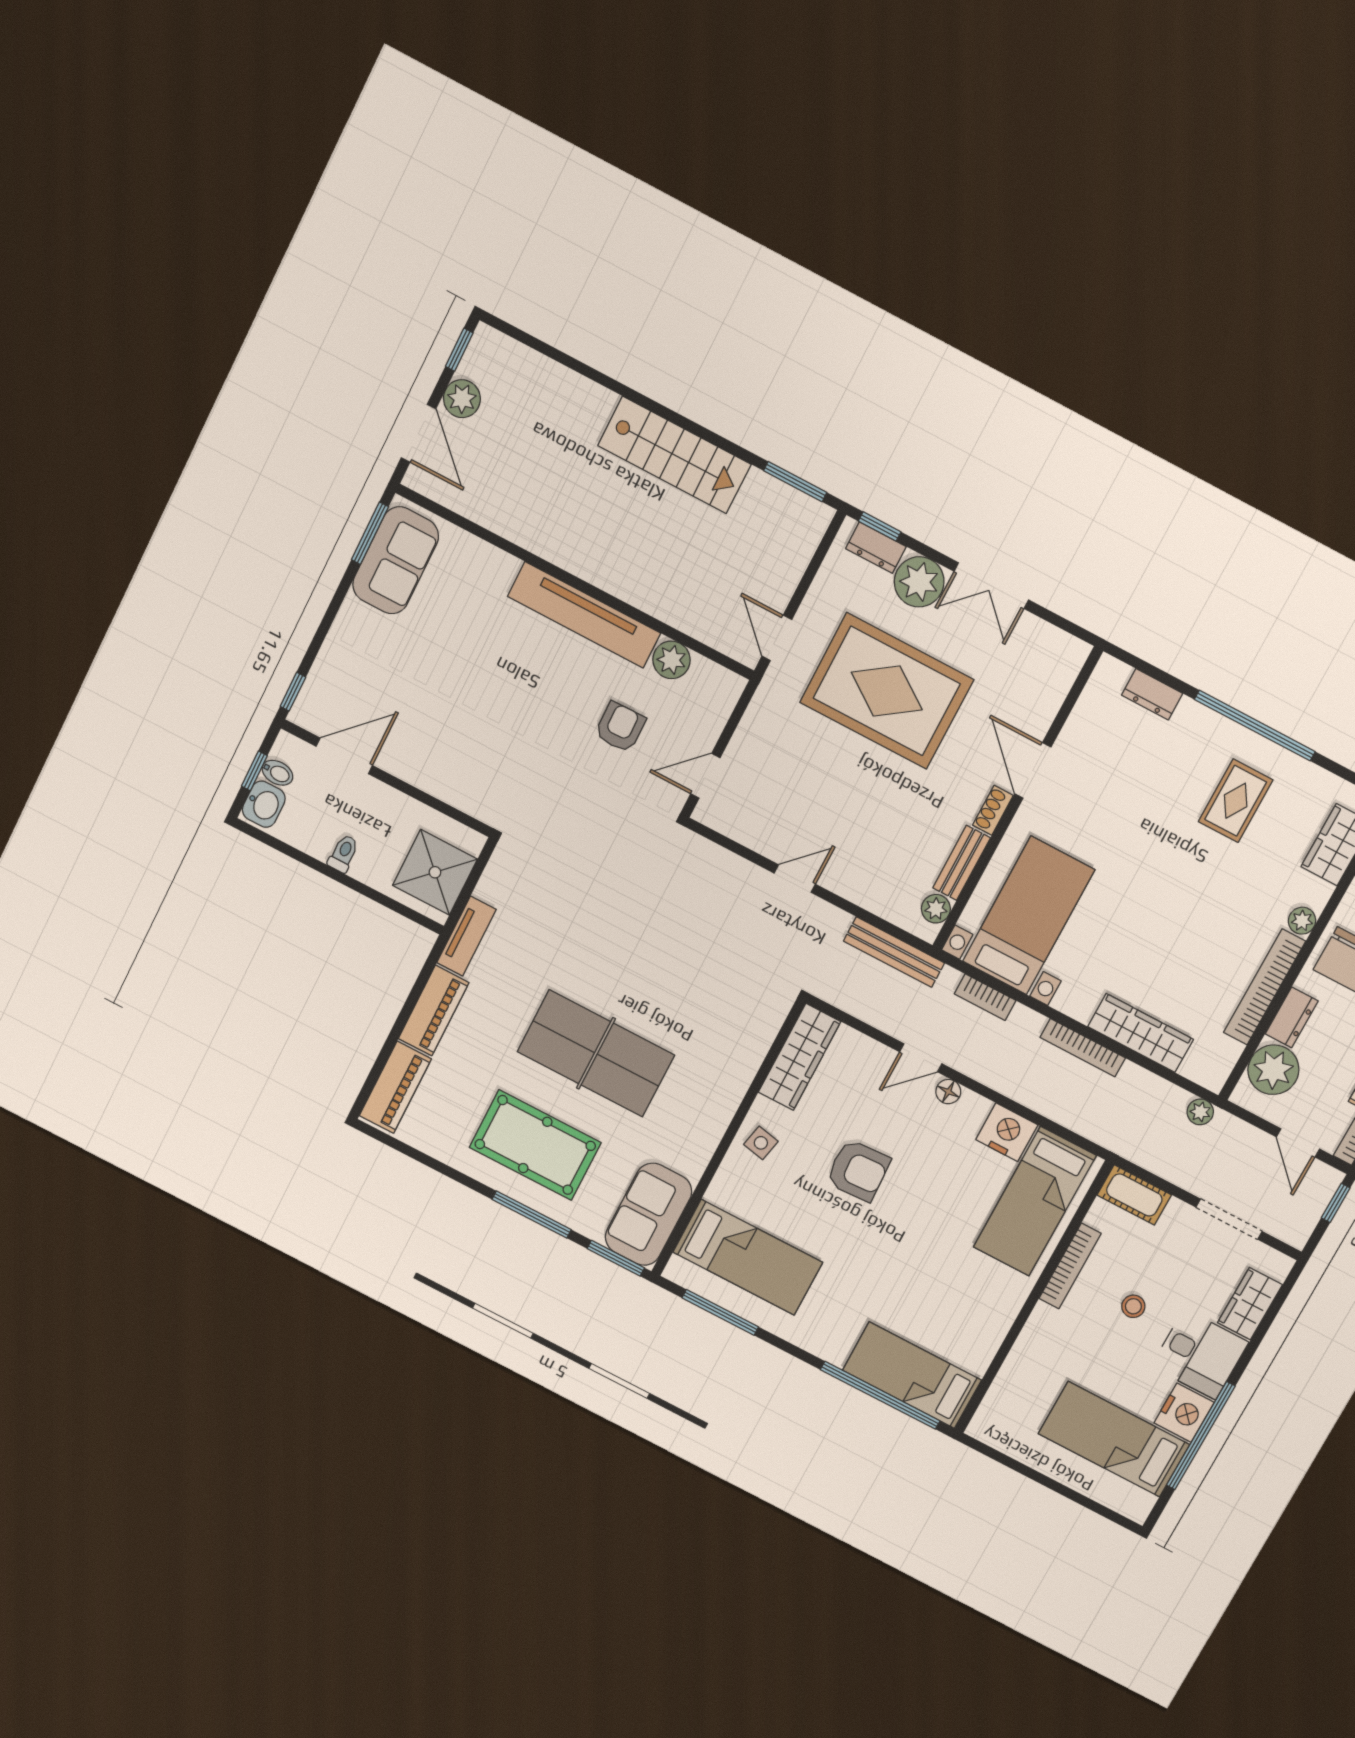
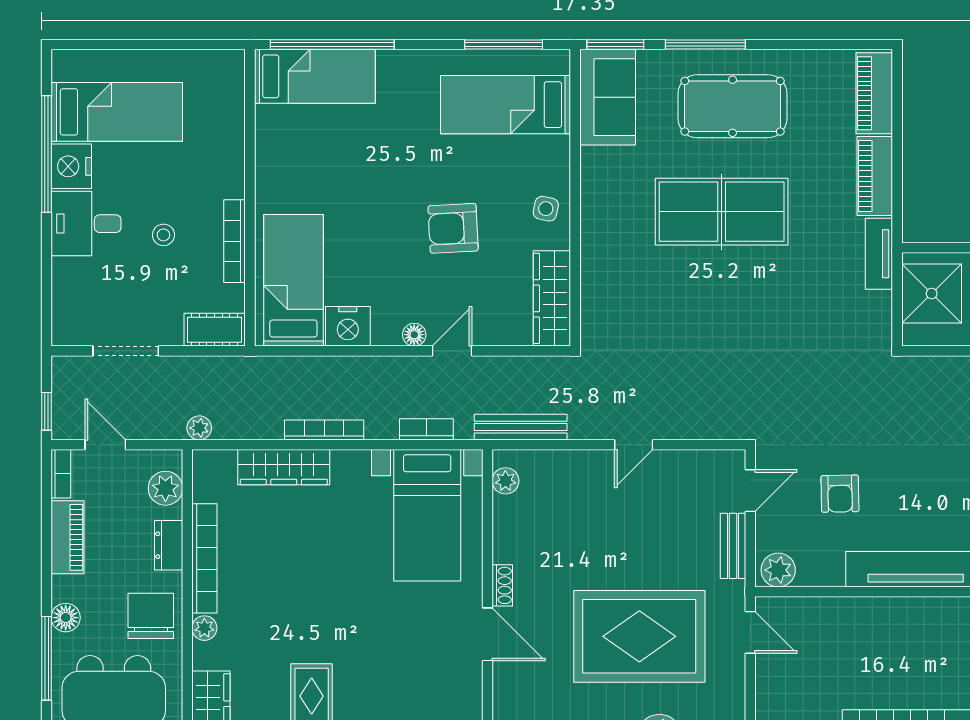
plant: (671, 660) -> (778, 570), moved
bench: (962, 863) -> (733, 546), moved
plant: (1273, 1070) -> (165, 488), width x0.73, depth x0.73
wardrobe: (1250, 1304) -> (69, 289), removed

